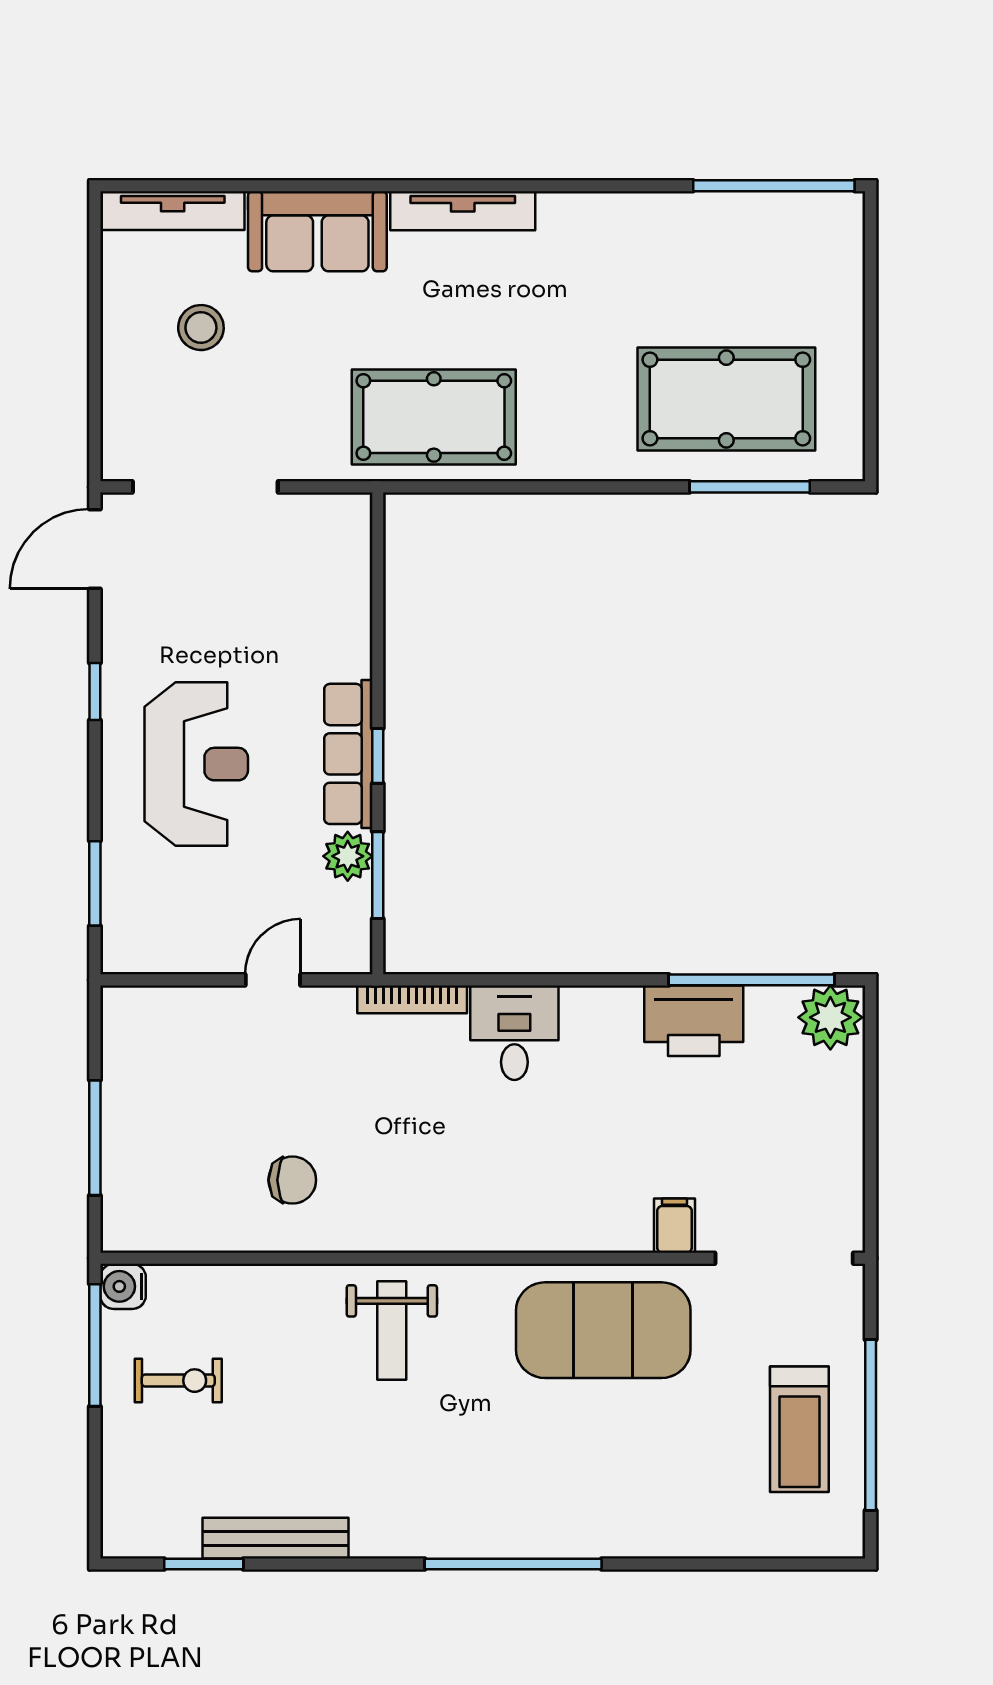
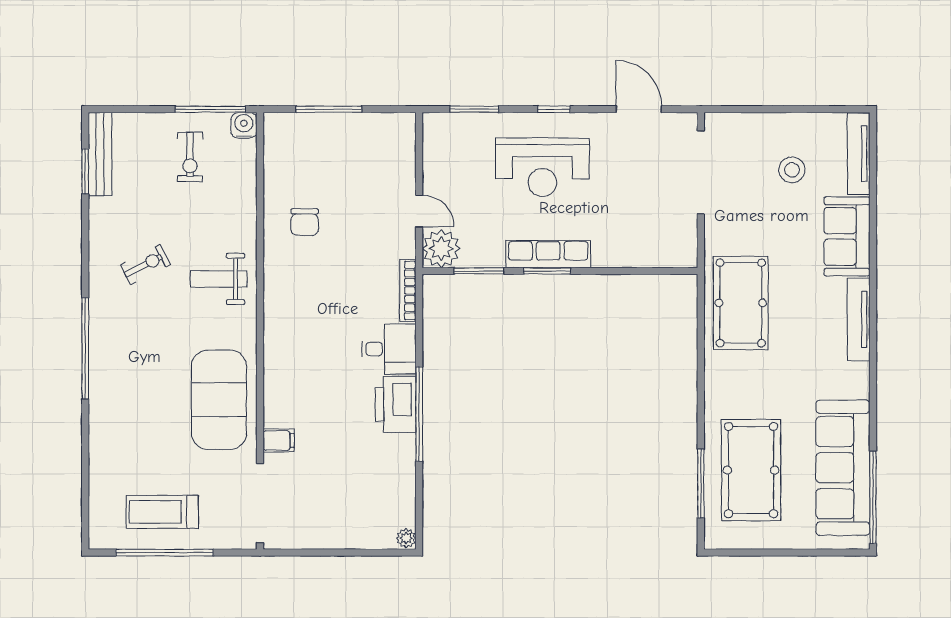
sofa: (722, 238) -> (843, 468), added
door: (95, 549) -> (639, 109), moved
window: (95, 692) -> (554, 109), moved
window: (378, 756) -> (547, 271), width x1.50
plant: (348, 856) -> (441, 249), moved, width x1.36, depth x1.36
window: (751, 980) -> (419, 414), moved
plant: (830, 1017) -> (406, 538), width x0.53, depth x0.53
printer: (694, 1021) -> (396, 404), moved
exercise bike: (367, 1459) -> (145, 265), added
bench: (276, 1538) -> (100, 154), moved

